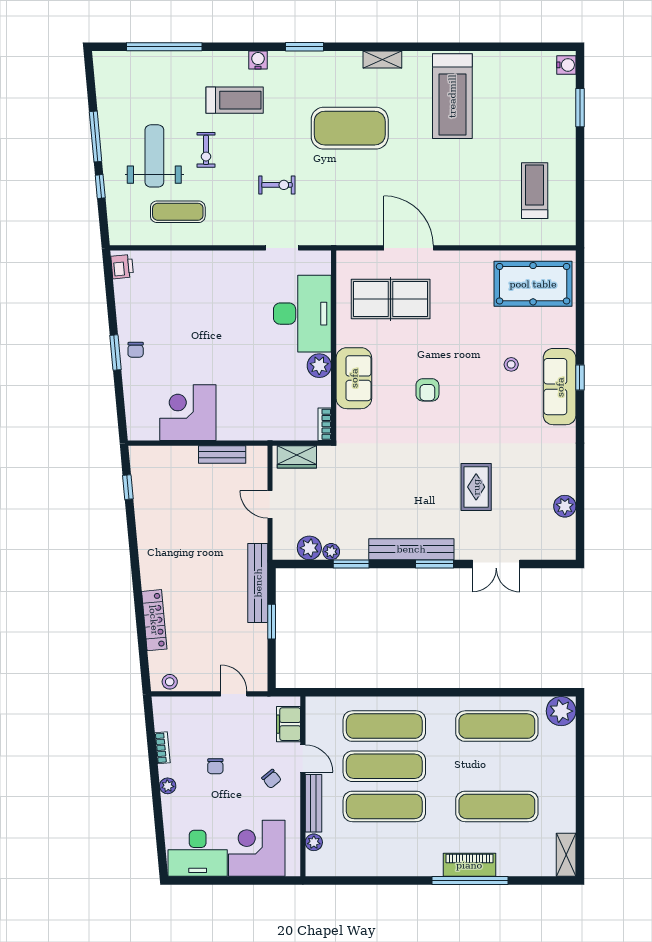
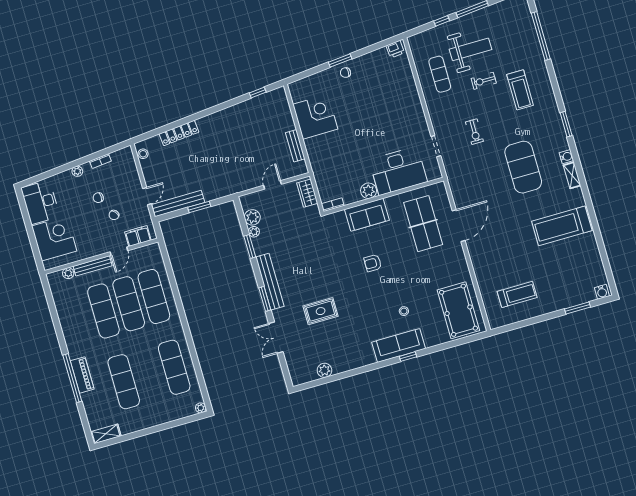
water cooler: (258, 60) -> (566, 157), moved
bench: (258, 583) -> (178, 203), moved
plant: (561, 711) -> (201, 408), width x0.53, depth x0.53
chair: (272, 779) -> (114, 215), moved

